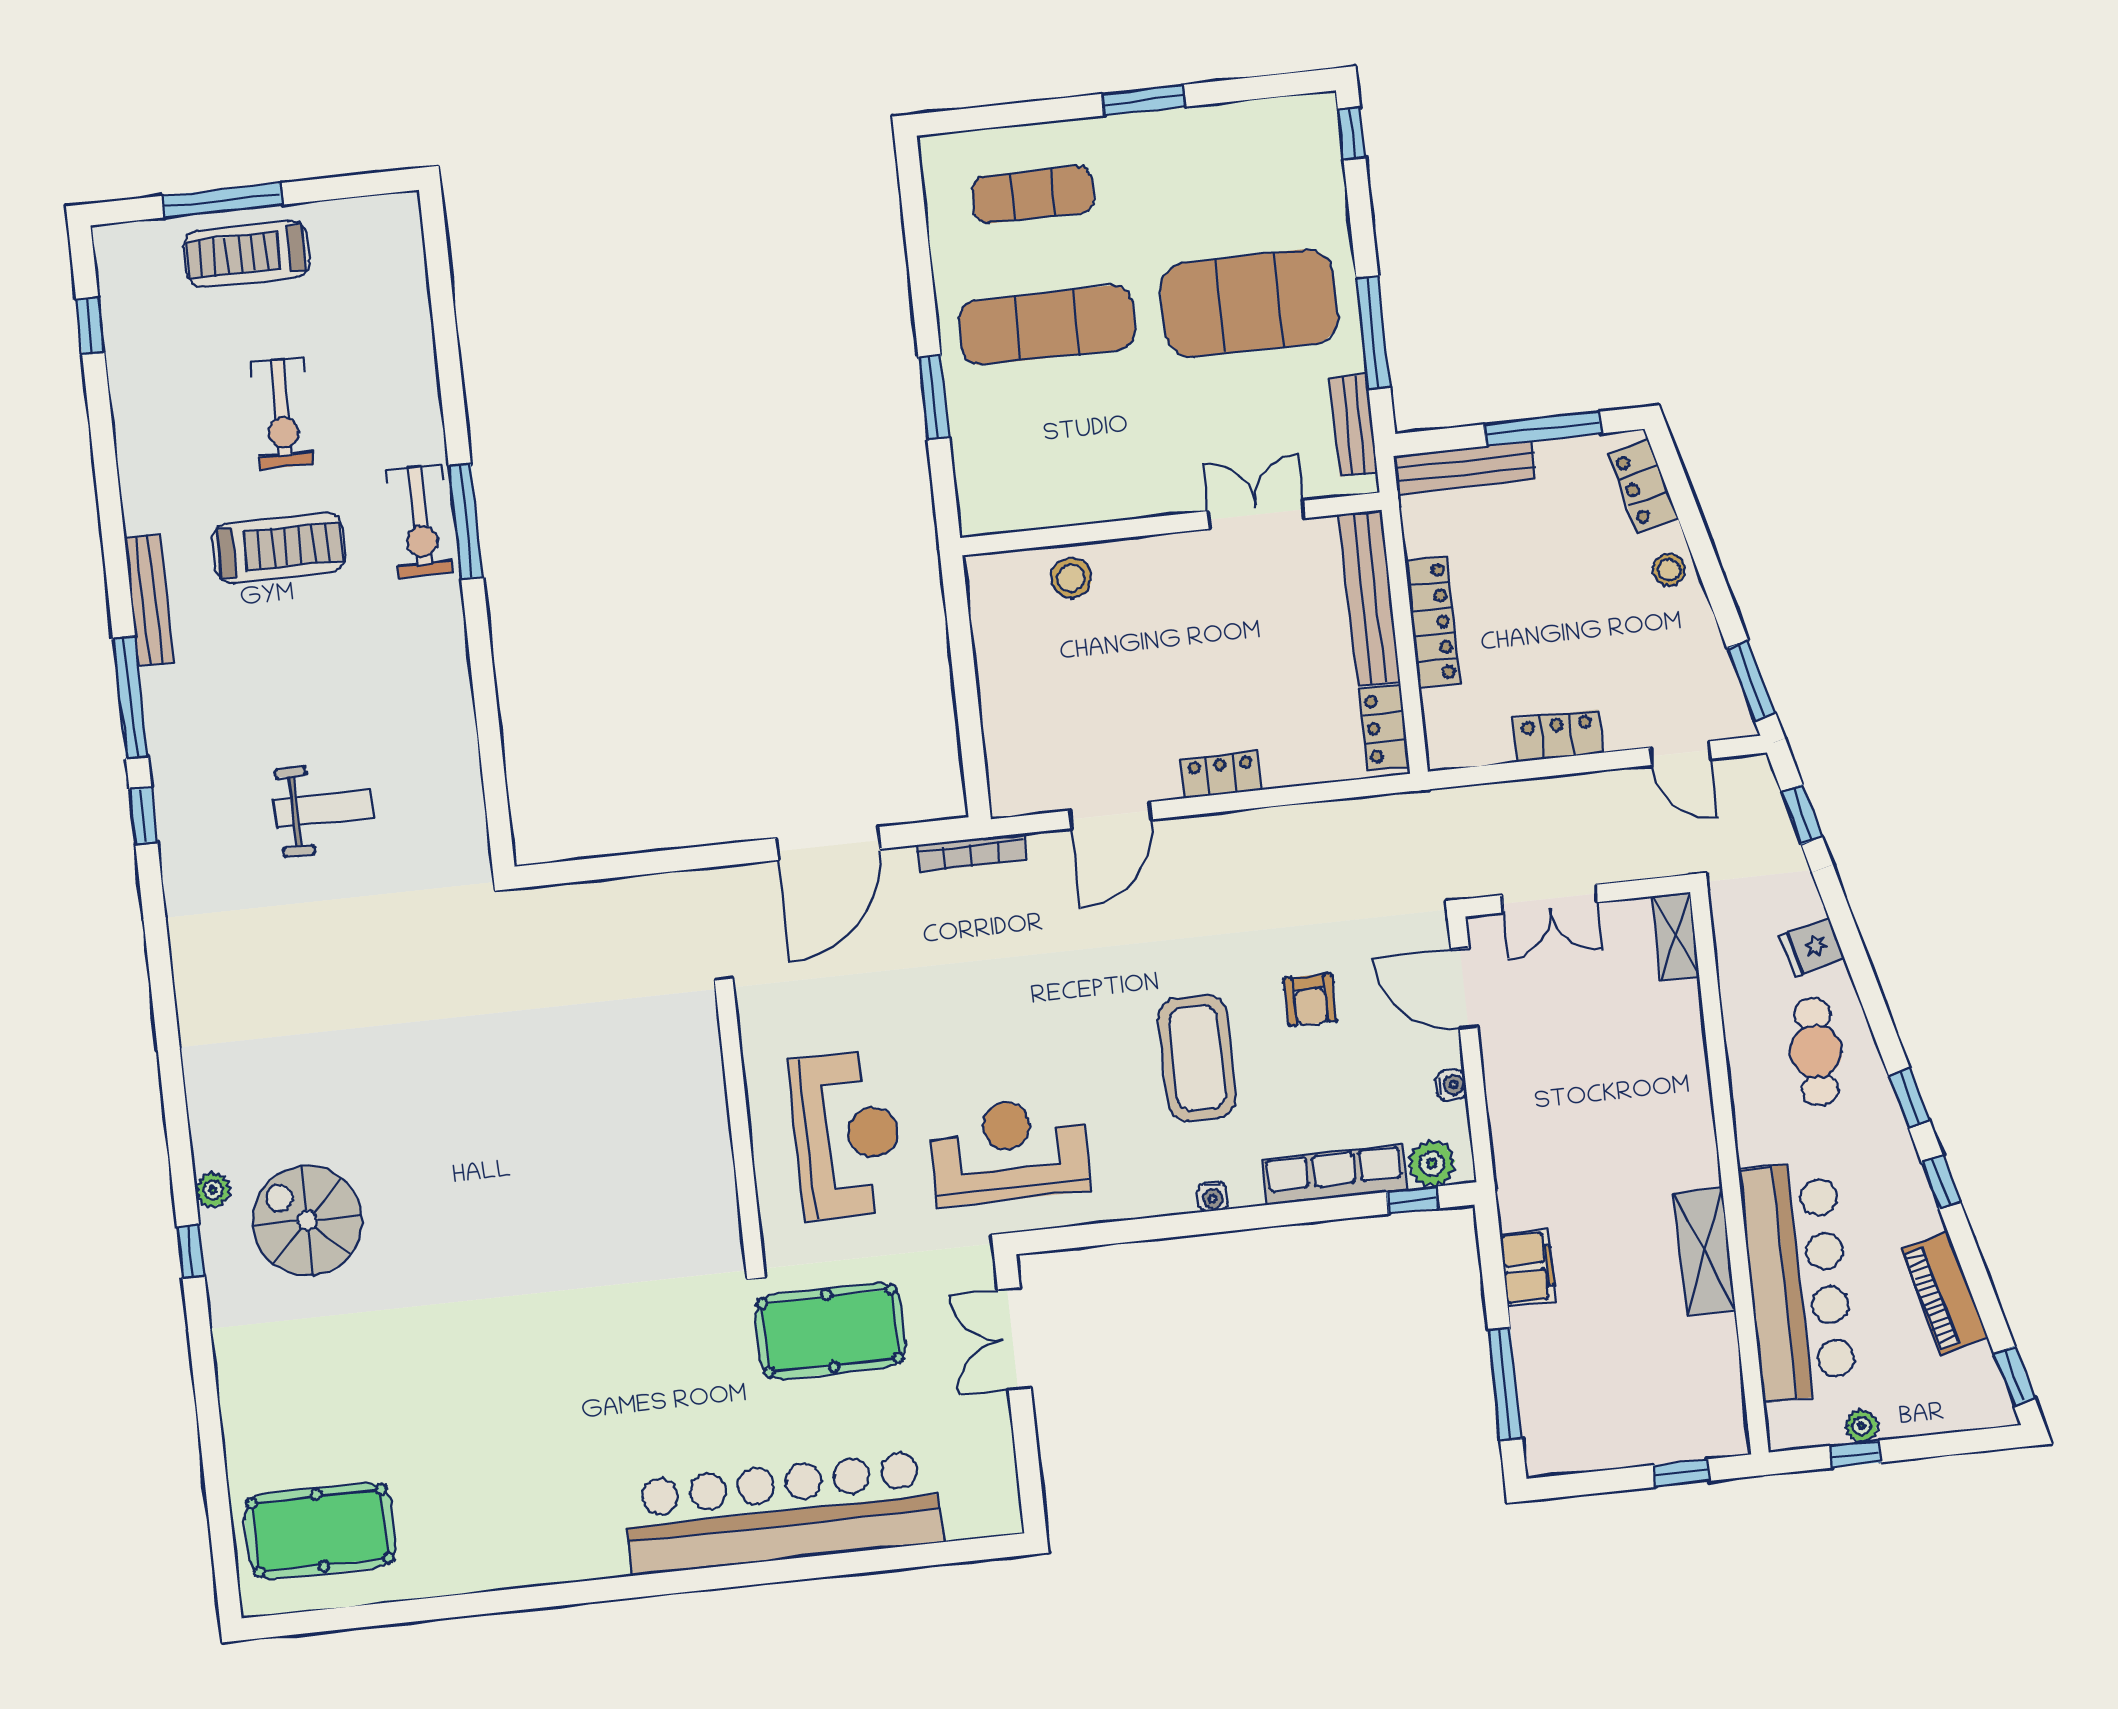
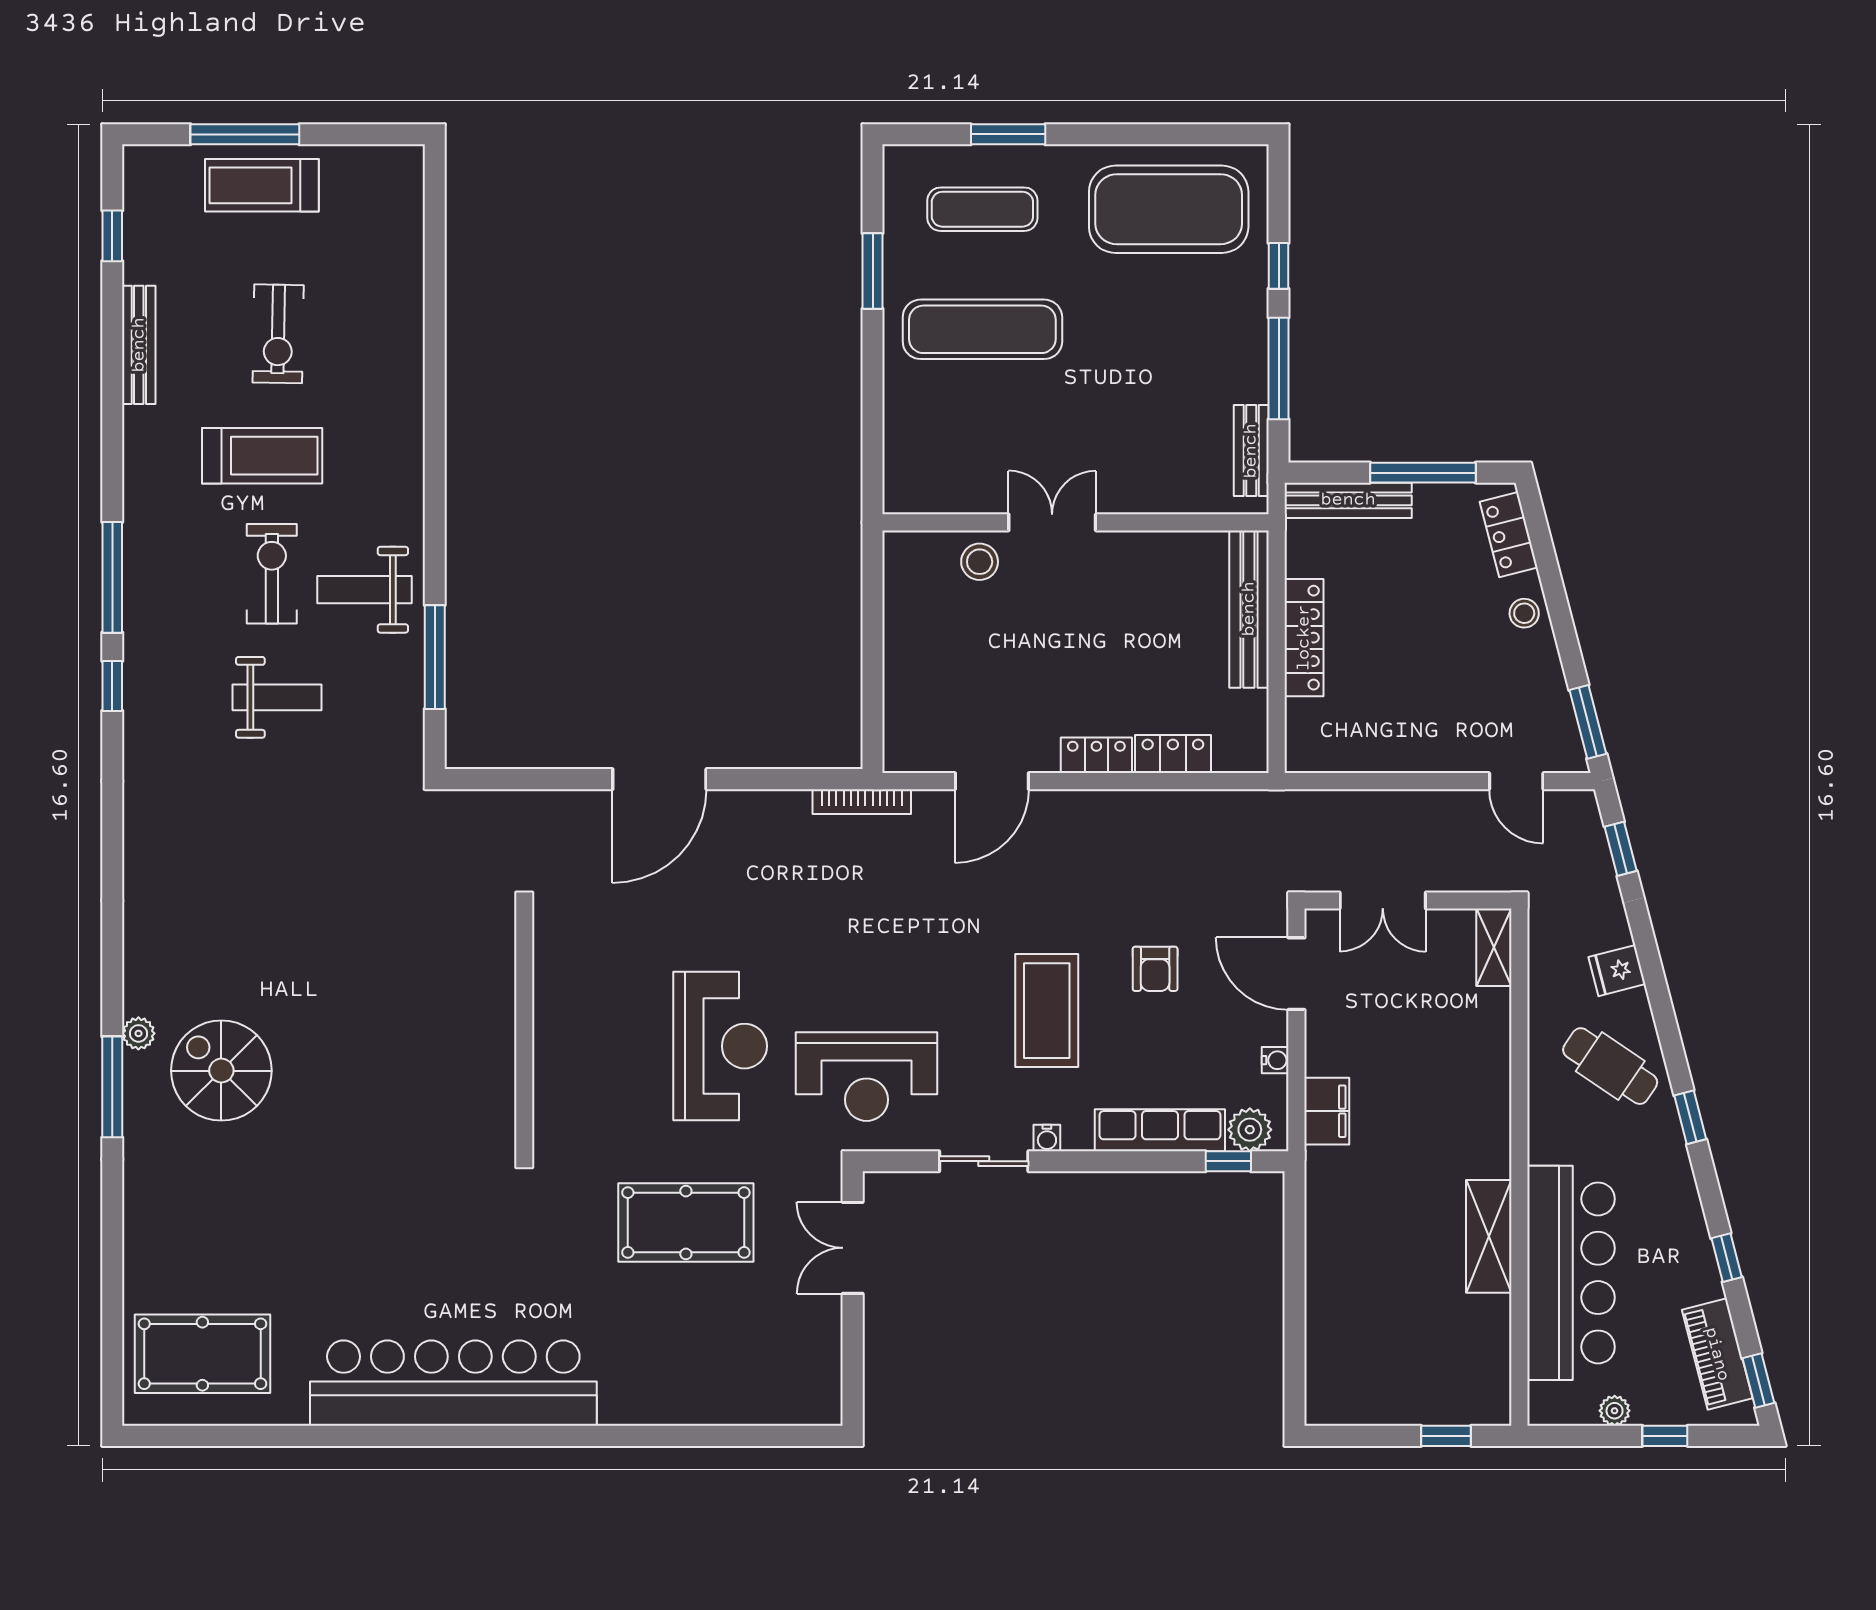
window: (1144, 100) -> (1008, 134), moved
window: (1352, 133) -> (1279, 266), moved
exercise mat: (1249, 303) -> (1169, 209), moved
window: (934, 398) -> (873, 271), moved
double door: (1256, 515) -> (1052, 522), moved
exercise bike: (420, 521) -> (272, 574), moved, turned 180
window: (466, 521) -> (435, 657), moved
bench: (149, 600) -> (139, 345), moved
weight bench: (406, 681) -> (365, 590), added
locker: (1384, 728) -> (1173, 754), moved, turned 90
locker: (1558, 736) -> (1406, 753), removed
door: (828, 844) -> (659, 779), moved
cafe table: (1816, 1052) -> (1610, 1066), turned -56
wall: (740, 1129) -> (524, 1030), moved
reception desk: (1009, 1151) -> (867, 1077), turned 180
window: (1941, 1182) -> (1727, 1258), moved
sliding door: (1147, 1229) -> (984, 1161), added
window: (191, 1251) -> (112, 1087), width x2.17
filing cabinet: (1528, 1268) -> (1327, 1111), moved
piano: (1944, 1293) -> (1717, 1354), moved
window: (1505, 1384) -> (1294, 1338), removed
window: (1855, 1454) -> (1665, 1436), moved
bar counter: (783, 1513) -> (453, 1383), moved

